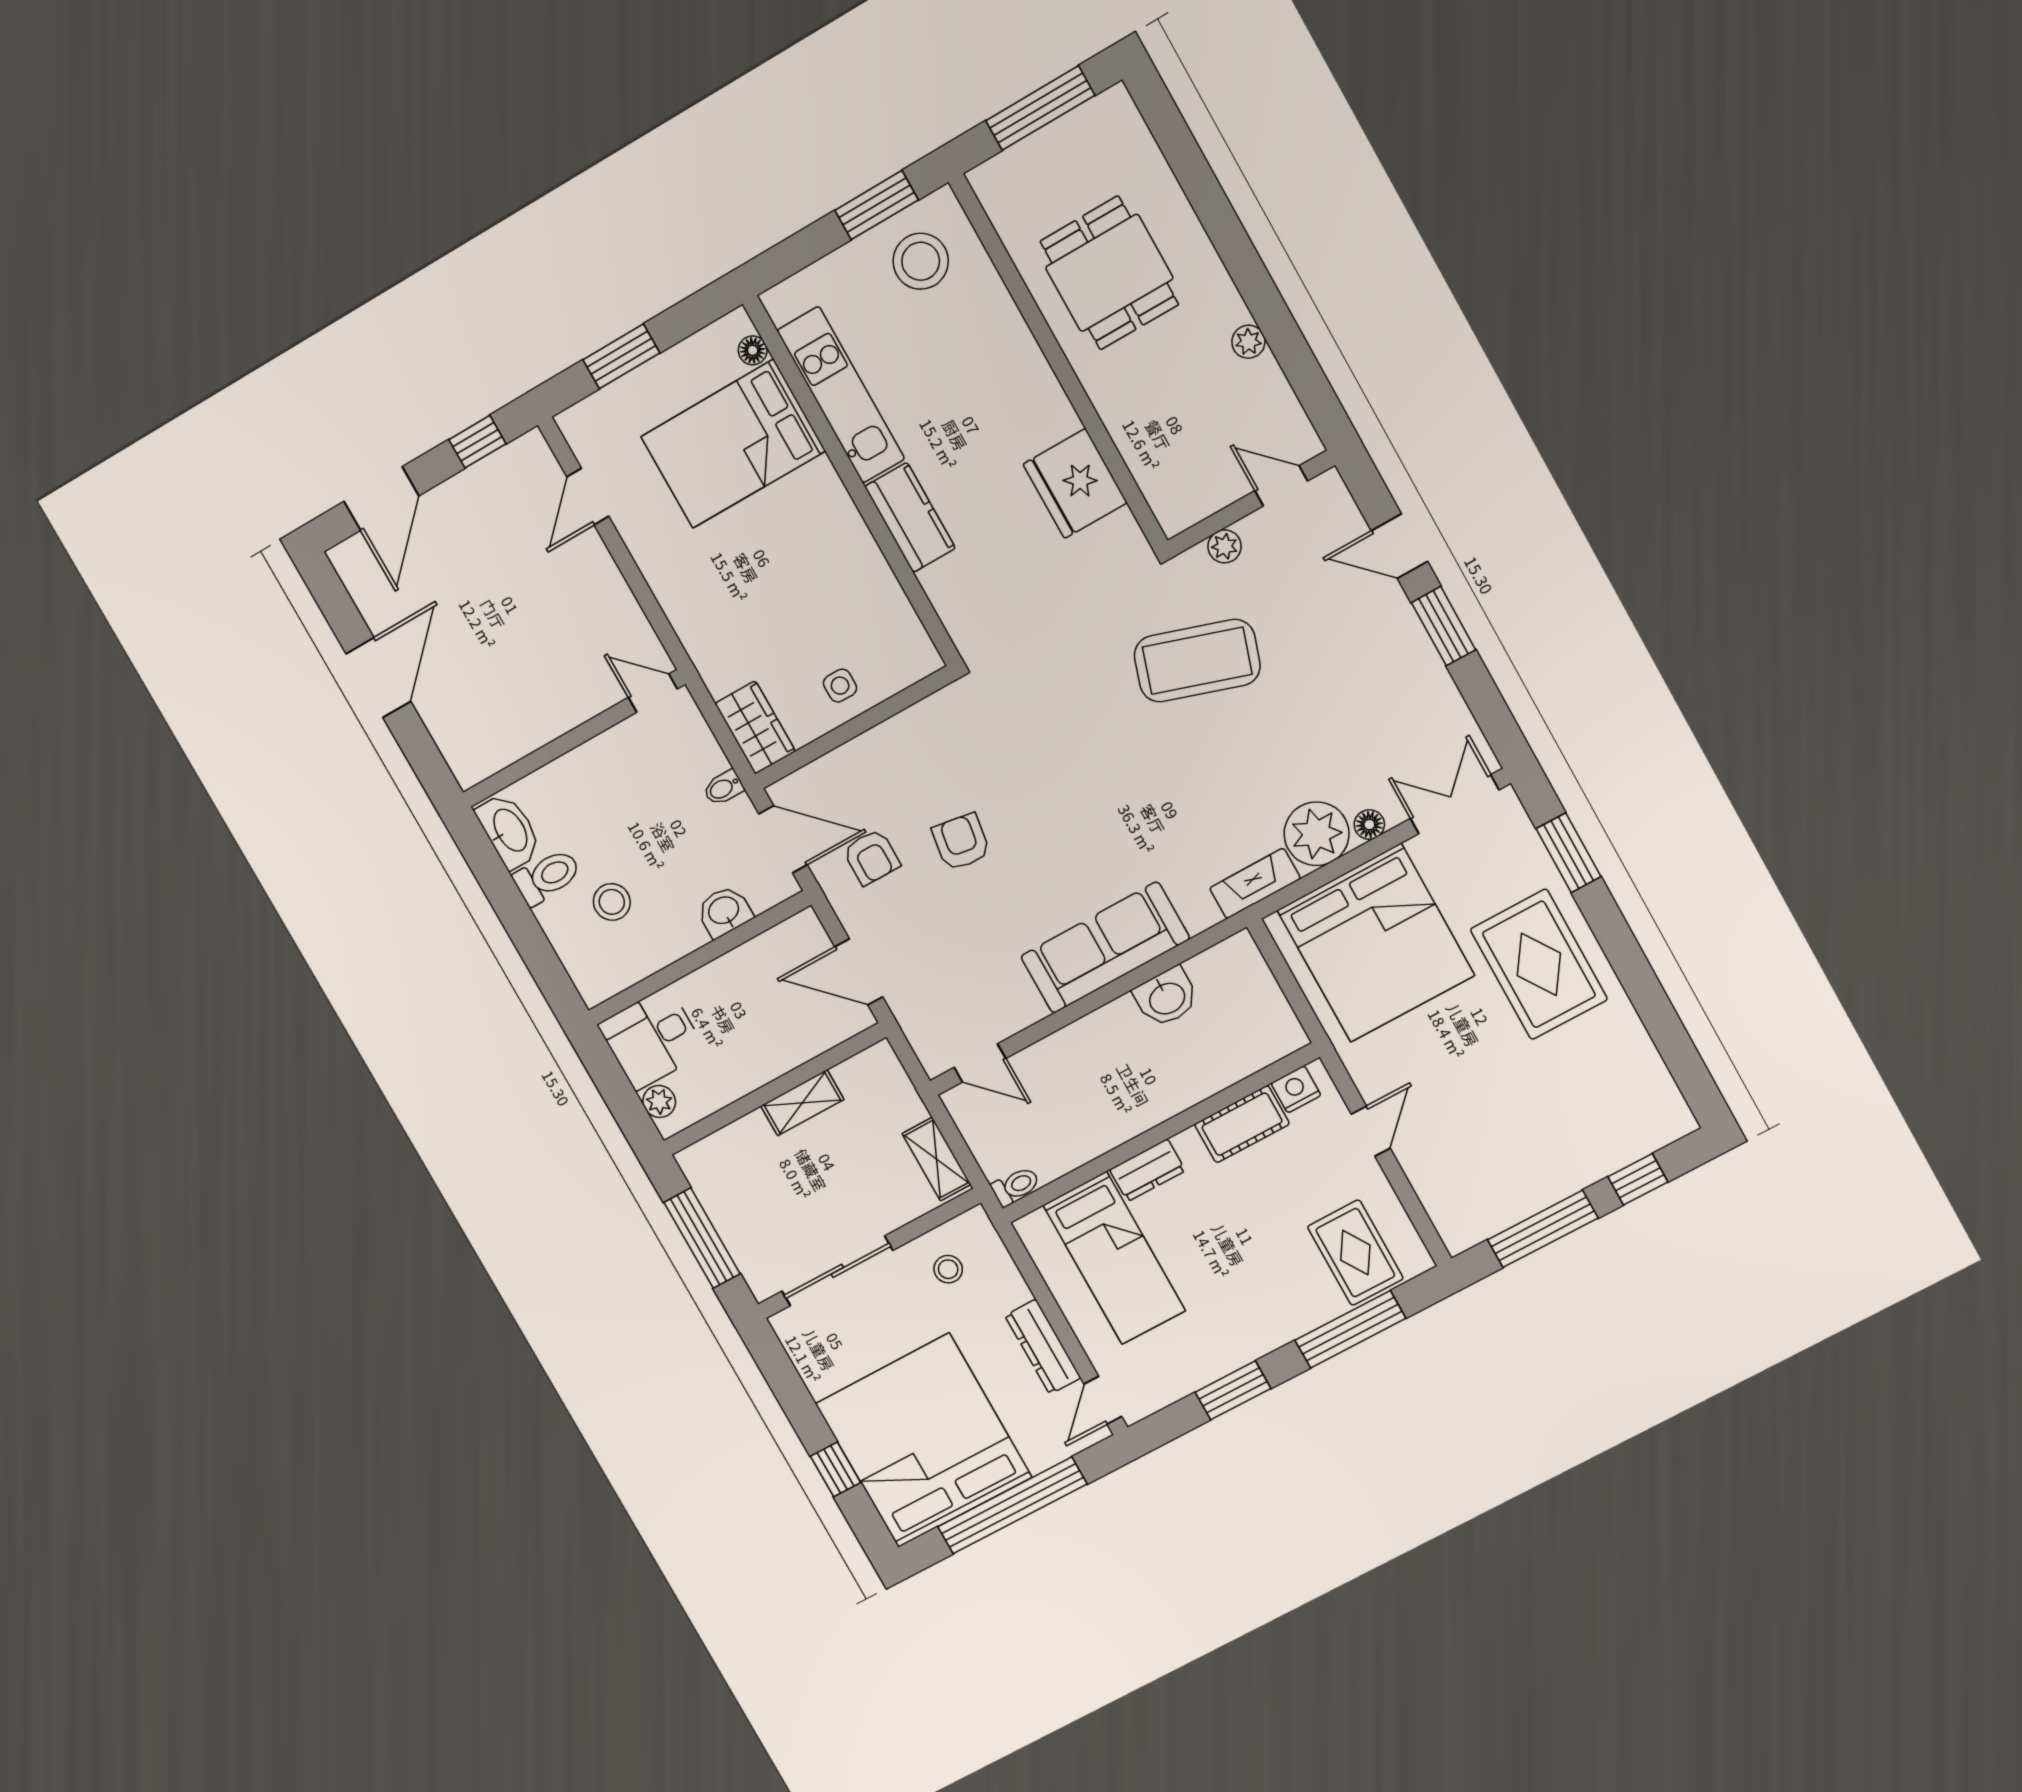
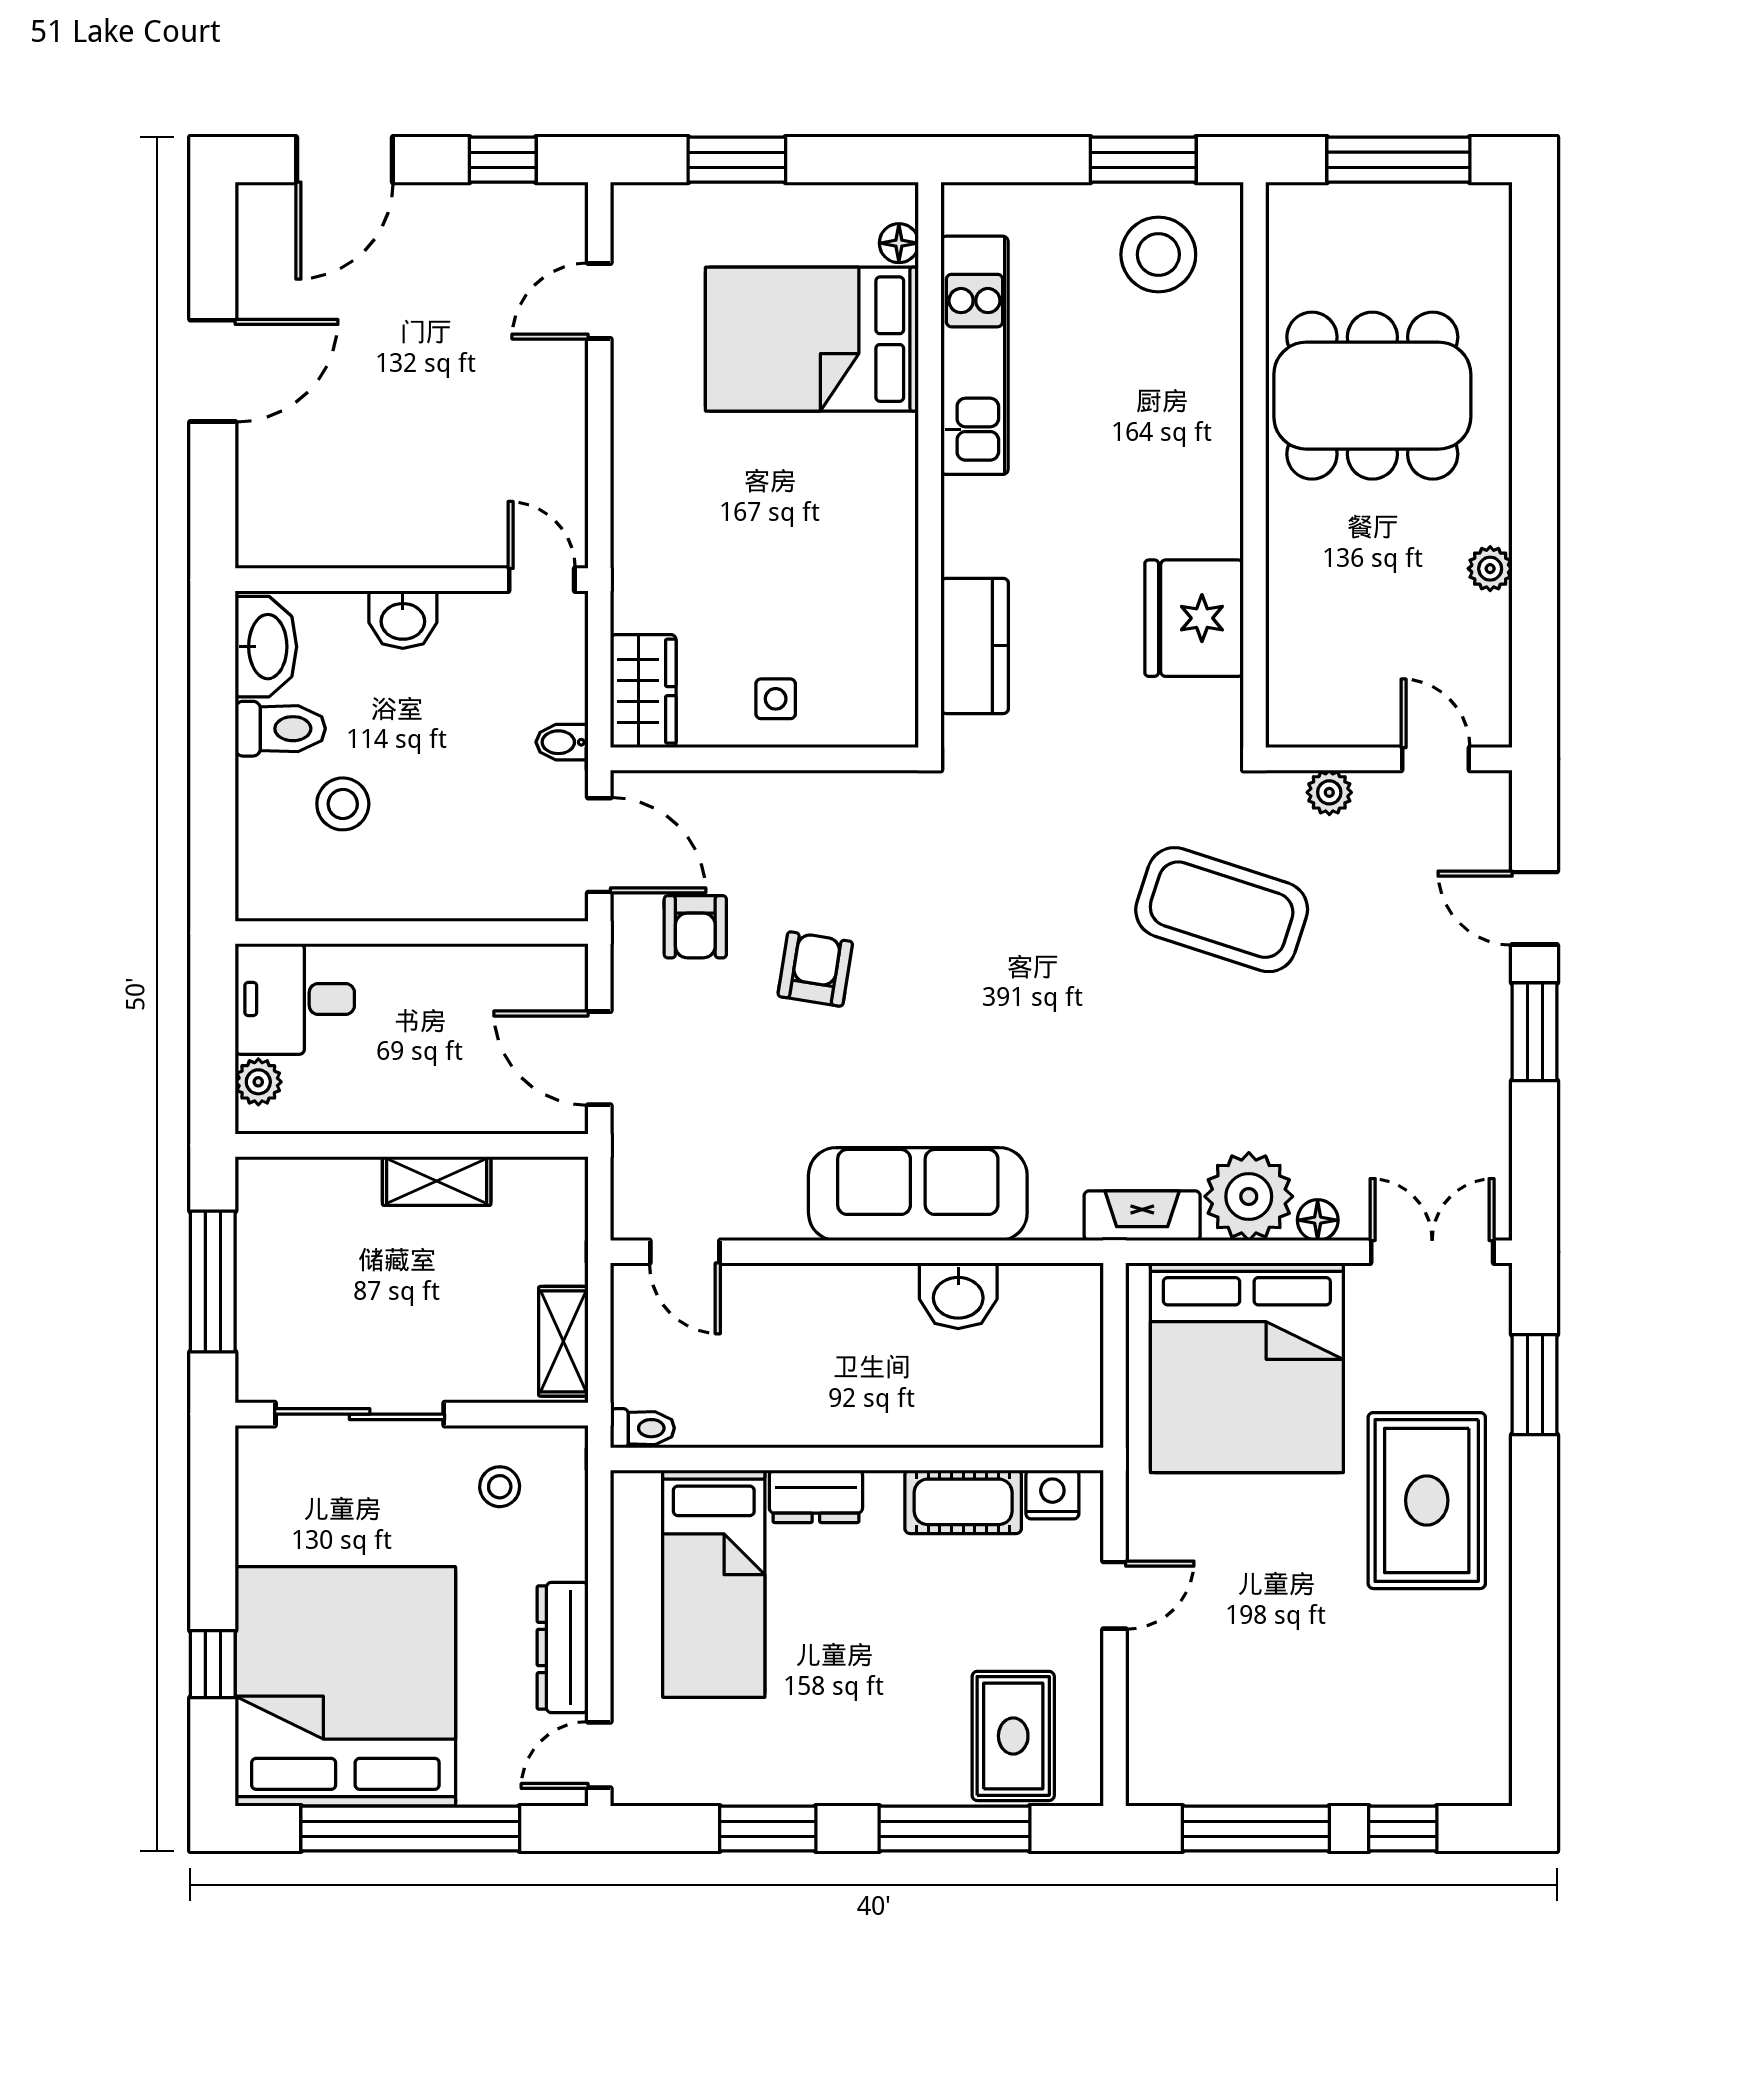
dining table: (1109, 273) -> (1372, 396), width x1.38
kitchen counter: (910, 517) -> (975, 646), moved
washbasin: (724, 911) -> (403, 620), moved, turned 180

